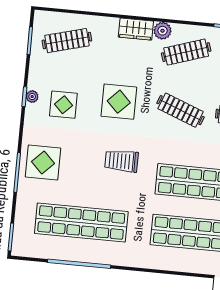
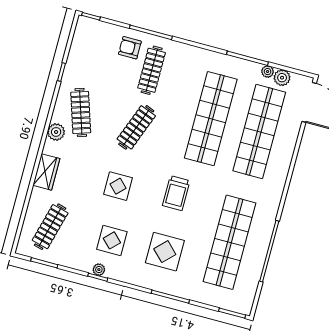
wardrobe: (136, 29) -> (46, 172), moved
clothes rail: (67, 41) -> (50, 227), turned 30
display table: (119, 102) -> (118, 186), width x0.73, depth x0.73
display table: (43, 163) -> (165, 252), moved

